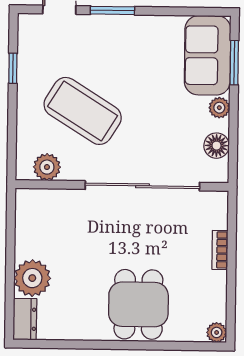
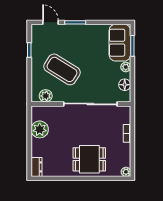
plant: (32, 278) -> (40, 129), moved
dining table: (138, 304) -> (89, 159), turned 90

